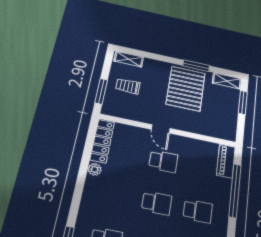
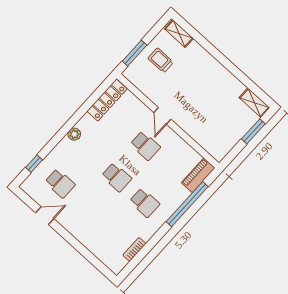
window: (196, 66) -> (236, 72), removed
pallet: (186, 88) -> (211, 90), removed
plant: (95, 169) -> (74, 134), moved

